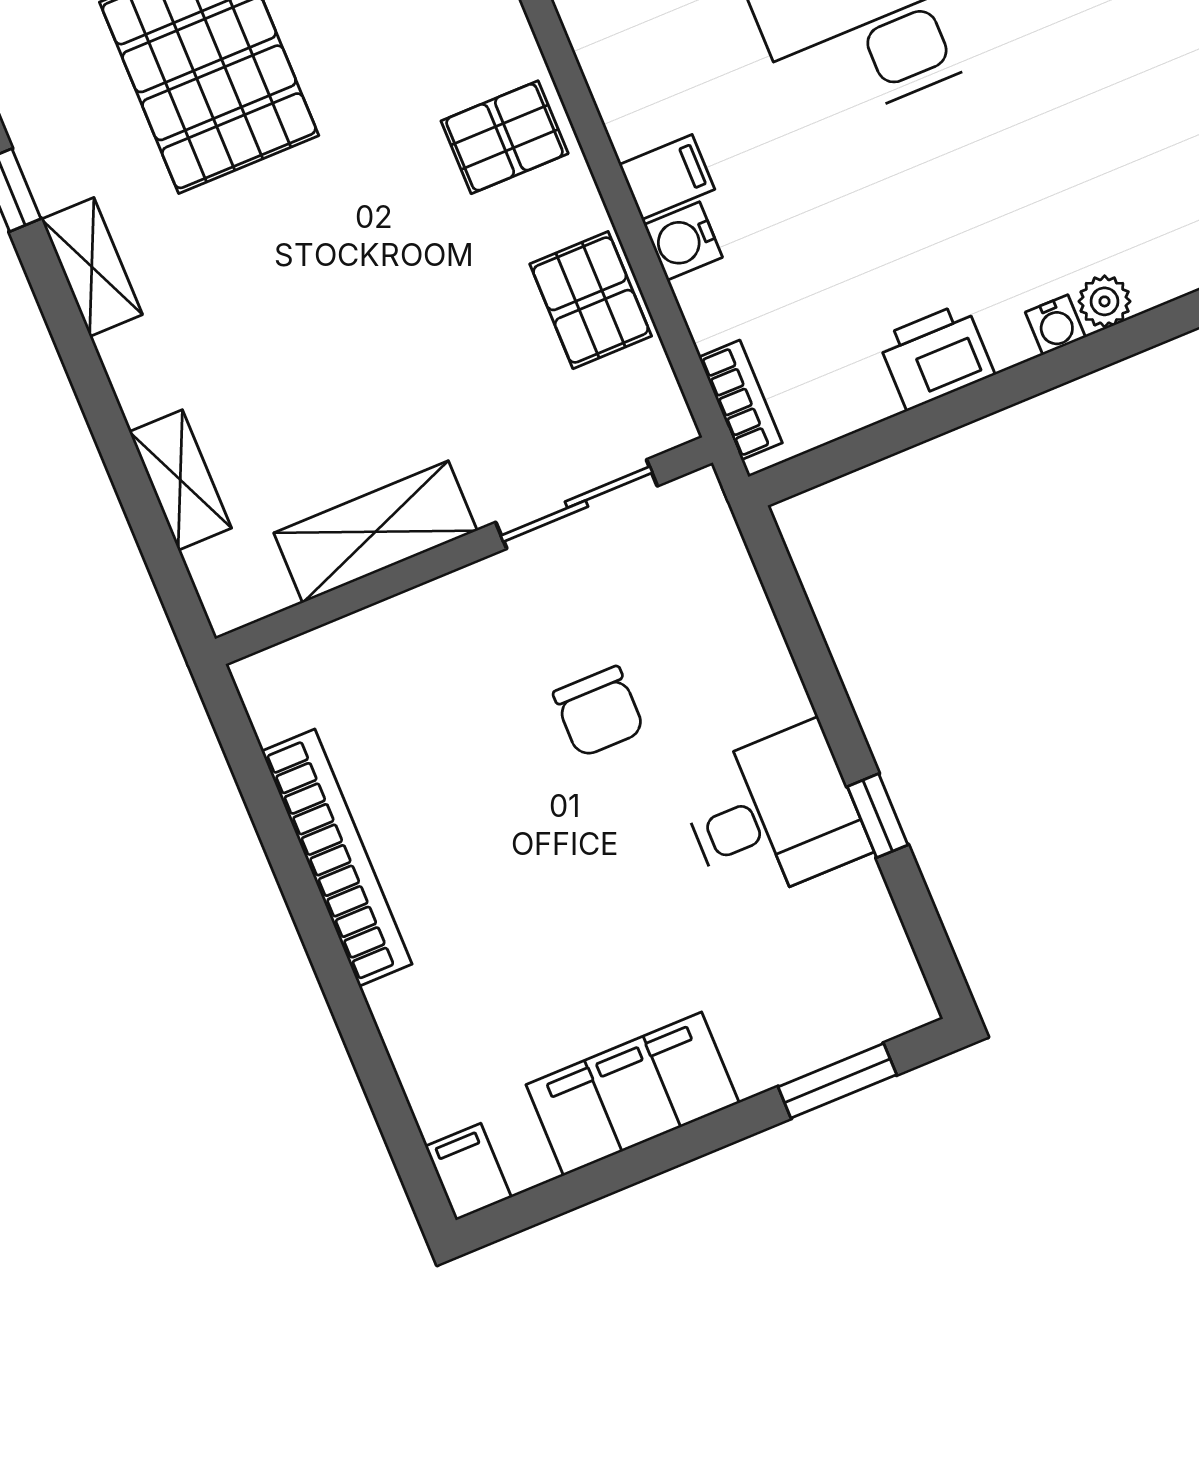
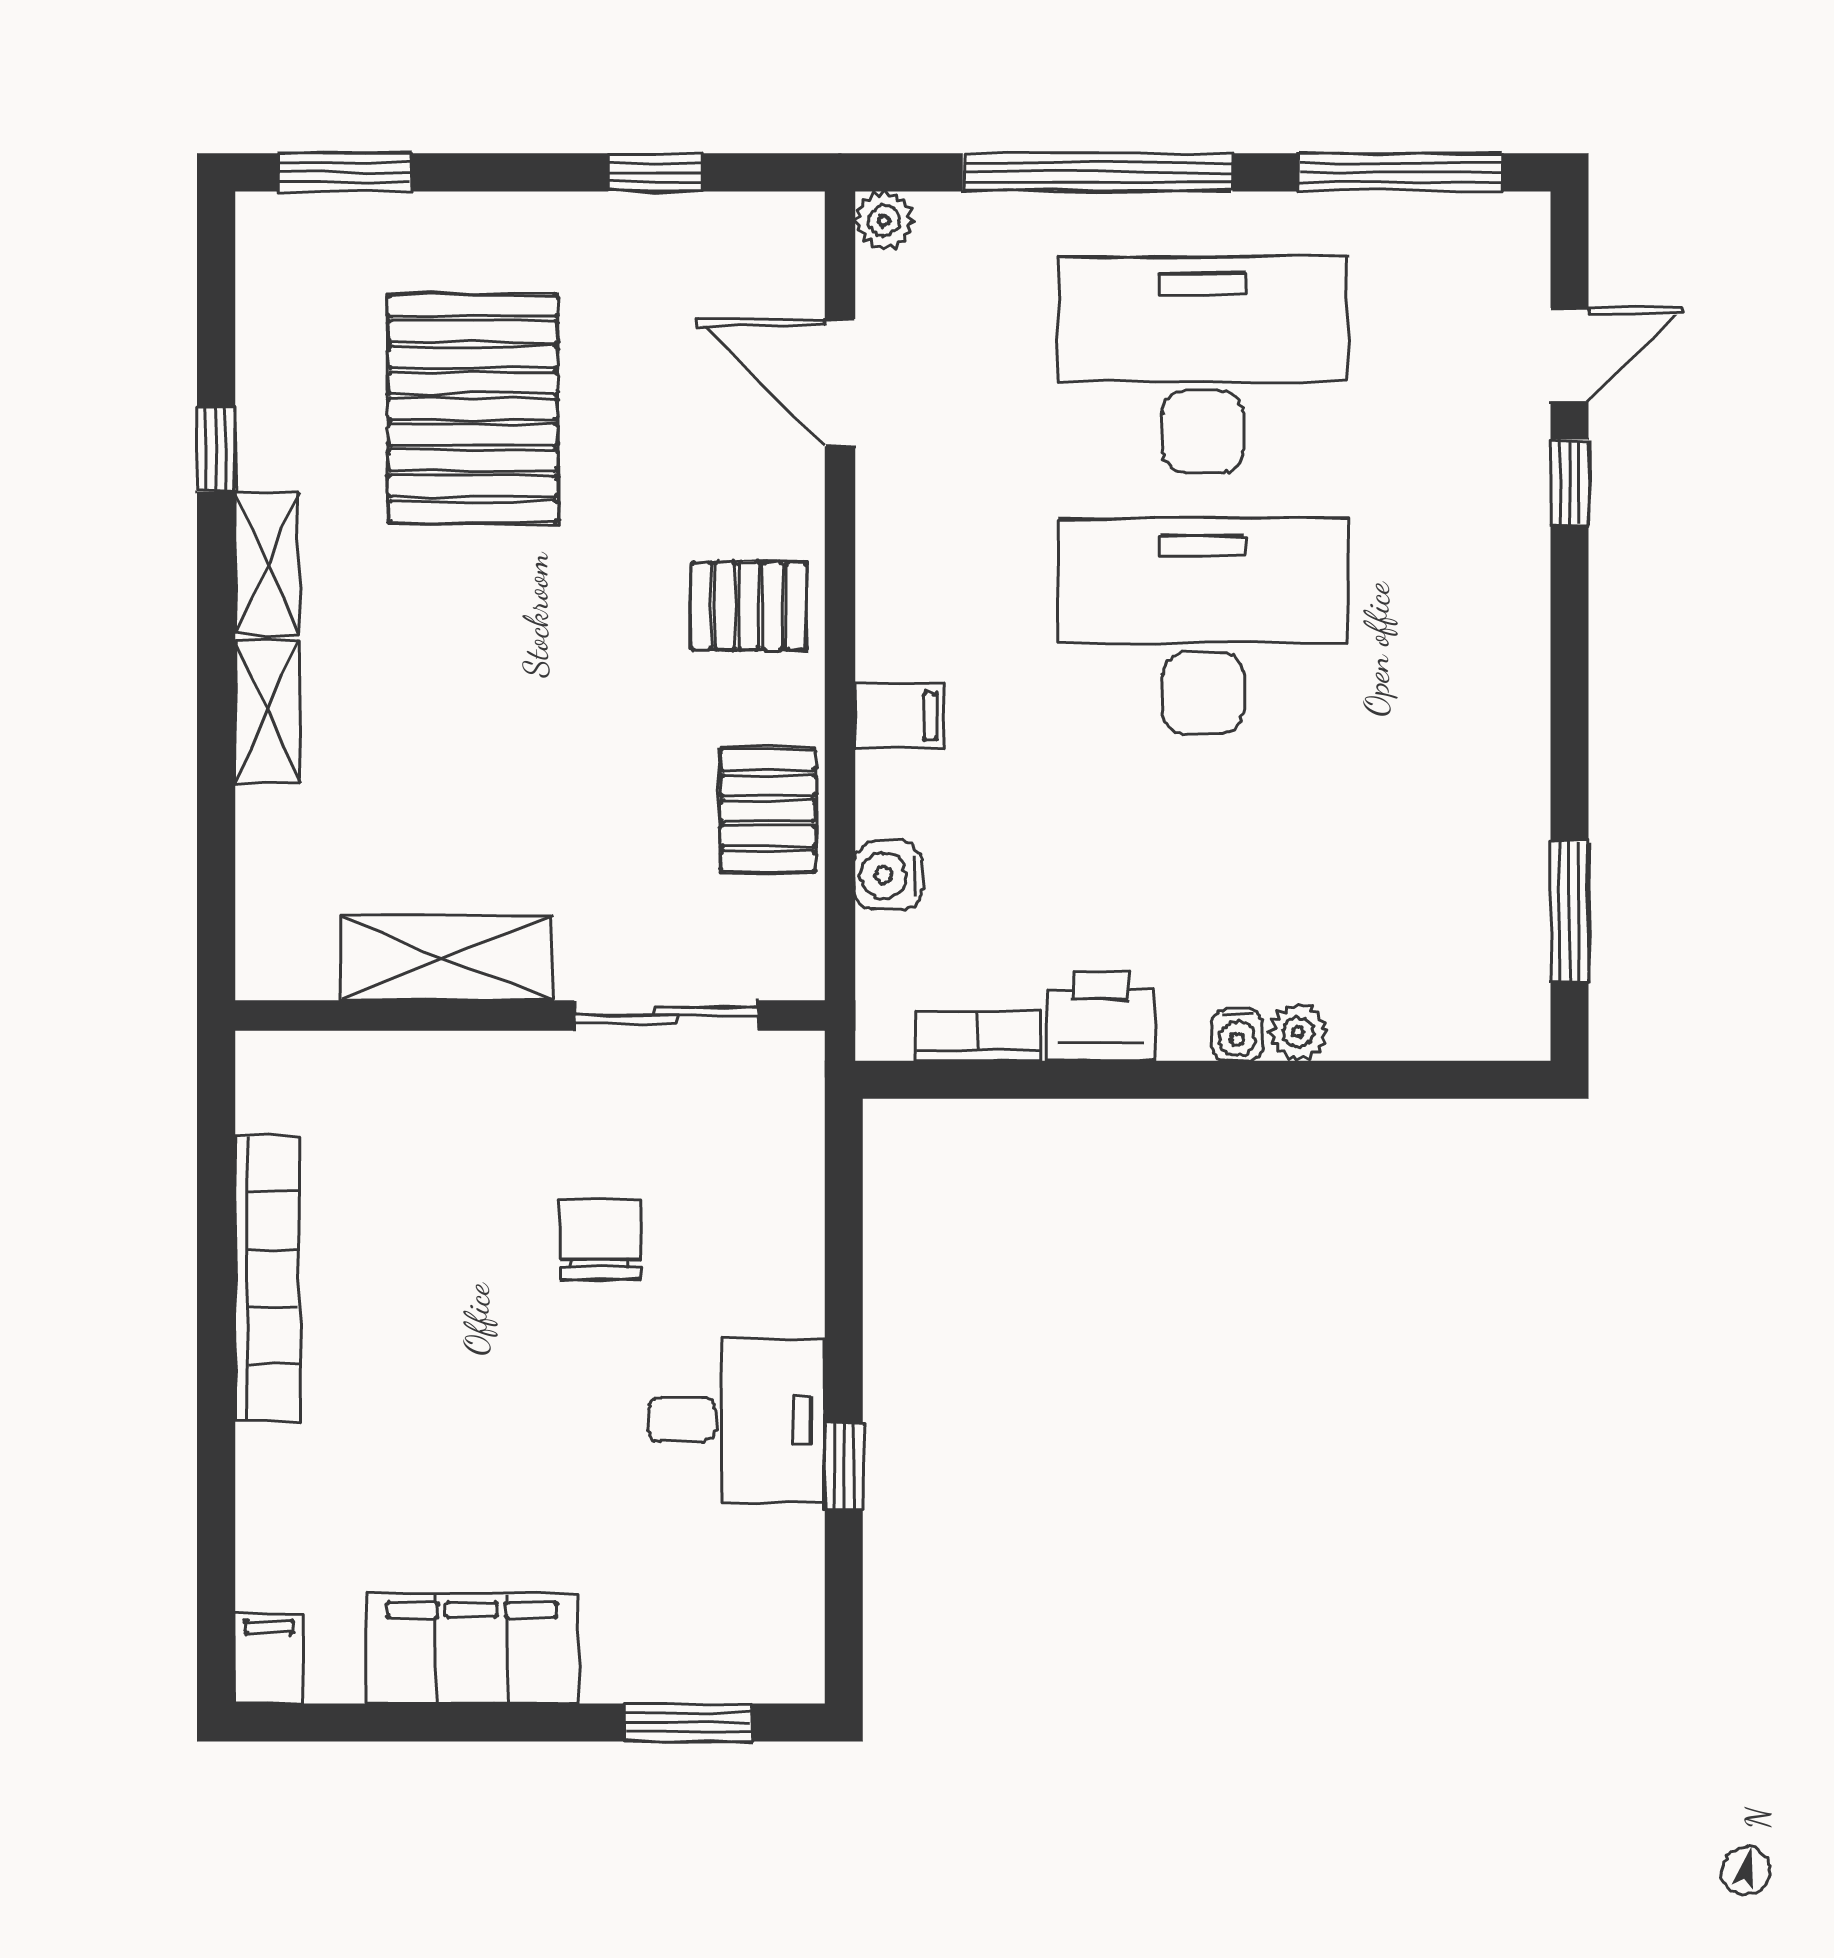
water cooler: (683, 241) -> (889, 876), moved
bookcase: (741, 400) -> (979, 1036), moved, turned -90
shelving: (180, 480) -> (267, 712), moved
chair: (599, 712) -> (600, 1239), turned 180

